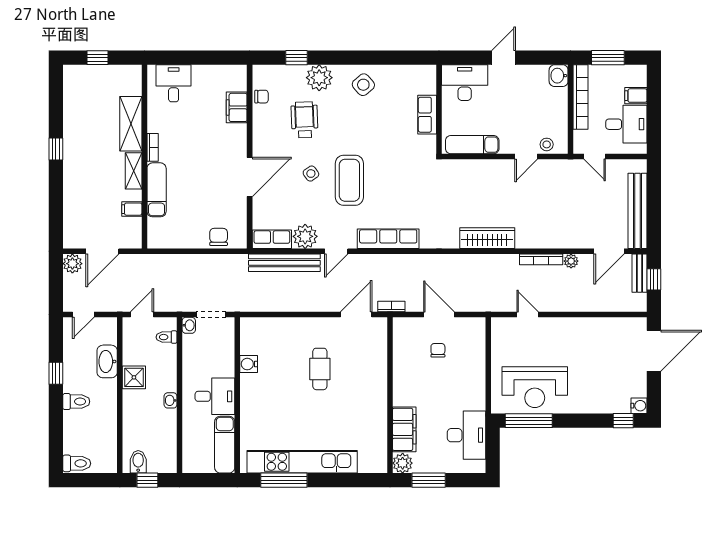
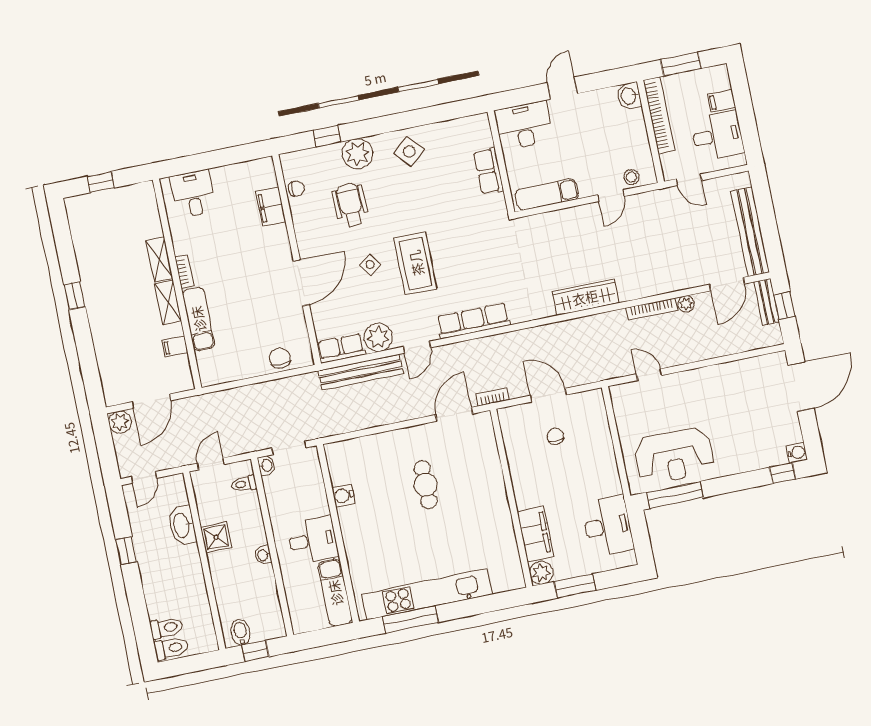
shelving: (131, 124) -> (159, 259), width x0.67, depth x0.75
toilet: (76, 402) -> (166, 628), moved

